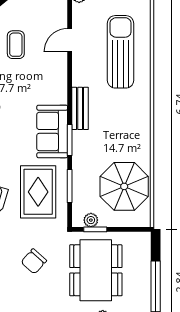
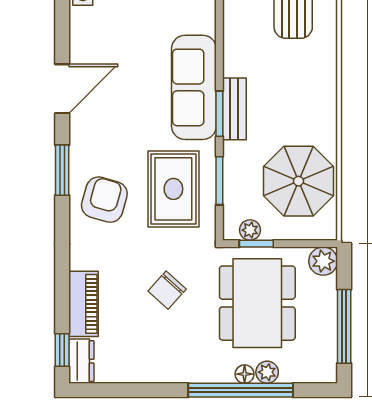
bench: (80, 108) -> (234, 109), moved
sofa: (52, 131) -> (194, 87), width x1.36
plant: (141, 241) -> (323, 261), added

